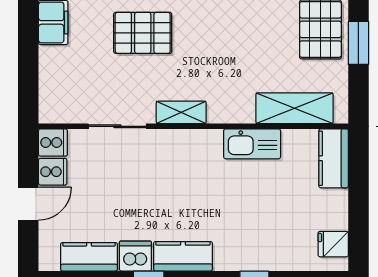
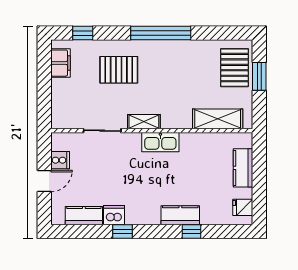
cooker: (53, 143) -> (60, 141), removed
kitchen sink: (252, 144) -> (160, 142), moved
kitchen counter: (334, 158) -> (243, 168), moved
kitchen counter: (183, 256) -> (180, 215), moved

